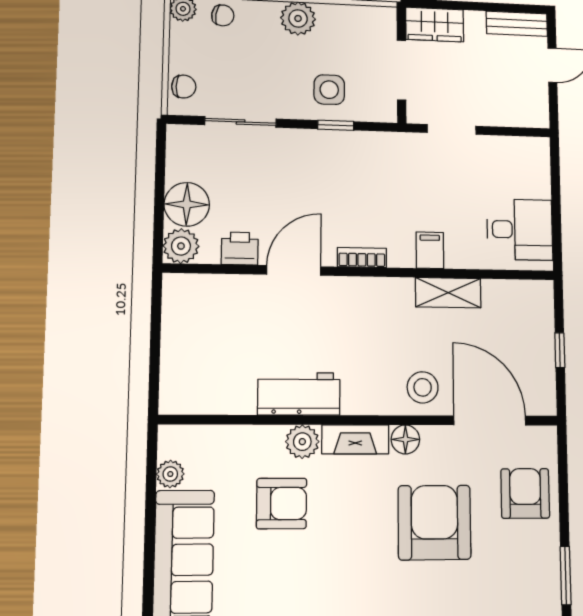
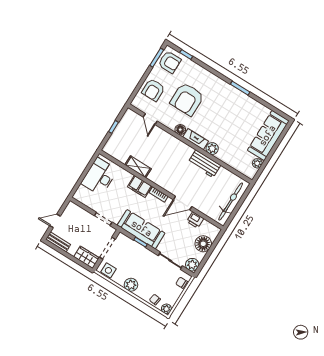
side table: (329, 90) -> (108, 270), moved
sofa: (353, 155) -> (141, 229), added
desk: (520, 230) -> (99, 177), width x1.37
plant: (181, 246) -> (192, 265), moved
filing cabinet: (430, 250) -> (140, 186), width x2.00
bicycle: (180, 342) -> (231, 202), added
stool: (423, 387) -> (165, 142), removed
door: (490, 420) -> (150, 119), width x0.53
armchair: (282, 503) -> (170, 62), moved, turned 180

